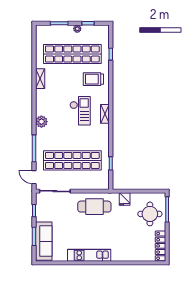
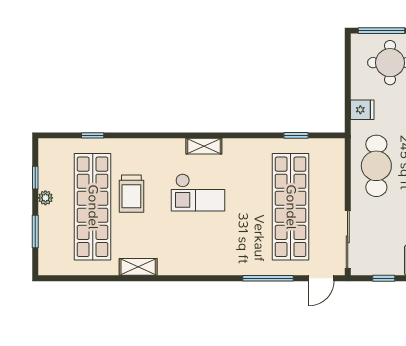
trolley: (93, 79) -> (131, 194), moved
checkout: (80, 111) -> (198, 192), turned 180
plant: (41, 122) -> (218, 264), removed

